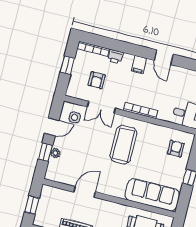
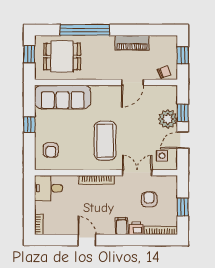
filing cabinet: (139, 65) -> (122, 226), moved
plant: (55, 153) -> (168, 119), width x1.88, depth x1.88
chair: (53, 194) -> (164, 72), added

